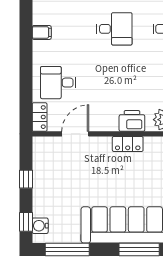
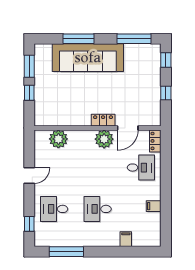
plant: (106, 119) -> (104, 139), added
printer: (132, 121) -> (84, 138), removed
locker: (128, 144) -> (103, 120), moved
water cooler: (40, 226) -> (155, 57), removed

